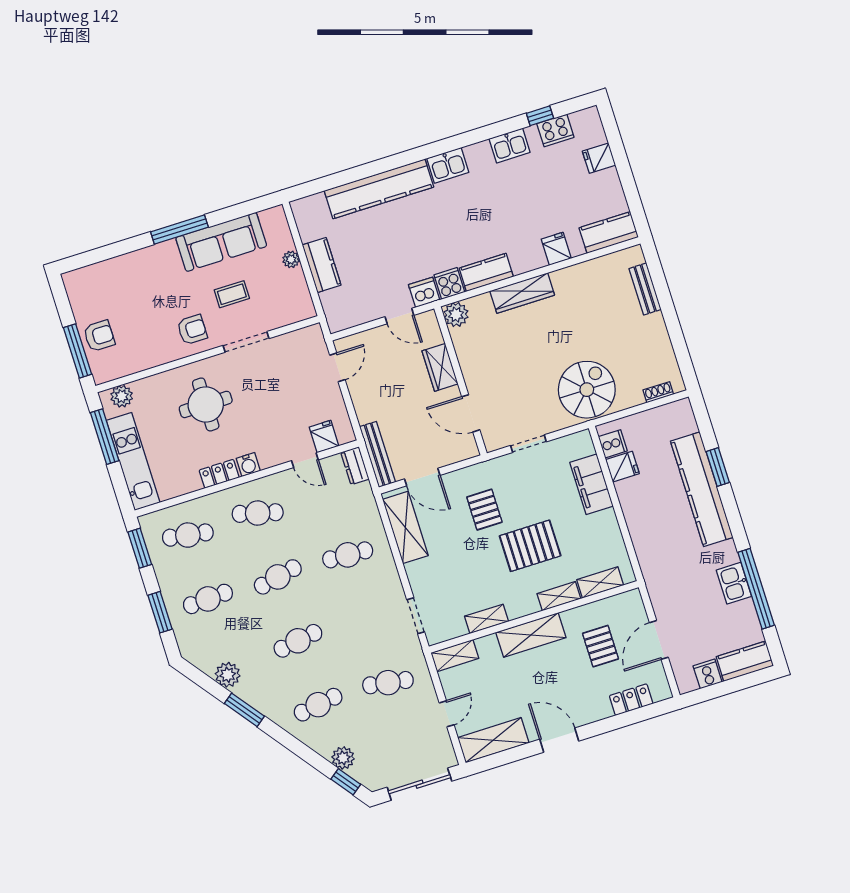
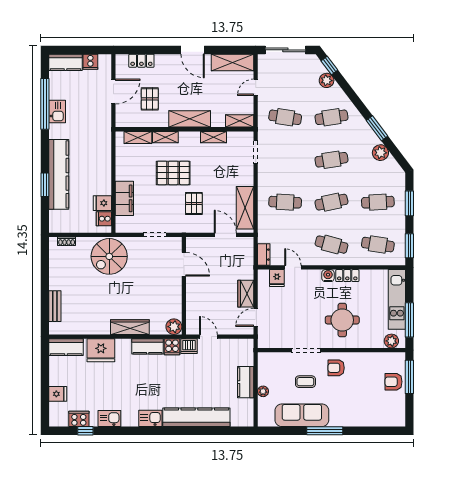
fridge: (556, 249) -> (101, 350), width x1.88, depth x1.34
wardrobe: (440, 367) -> (246, 294), moved, turned 180
bench: (378, 454) -> (248, 257), removed

